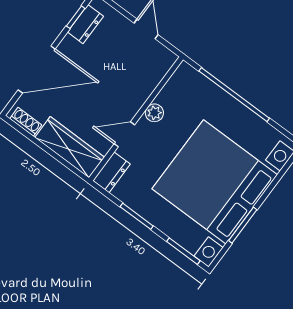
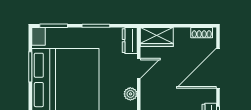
wardrobe: (70, 147) -> (157, 37), width x0.67

